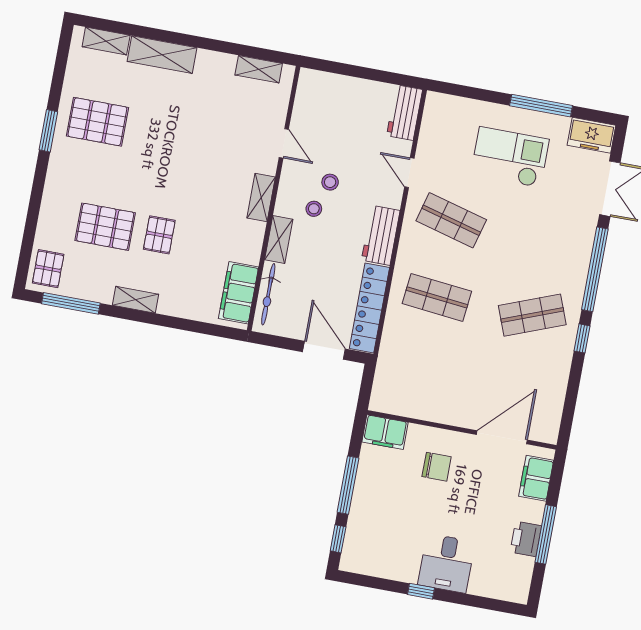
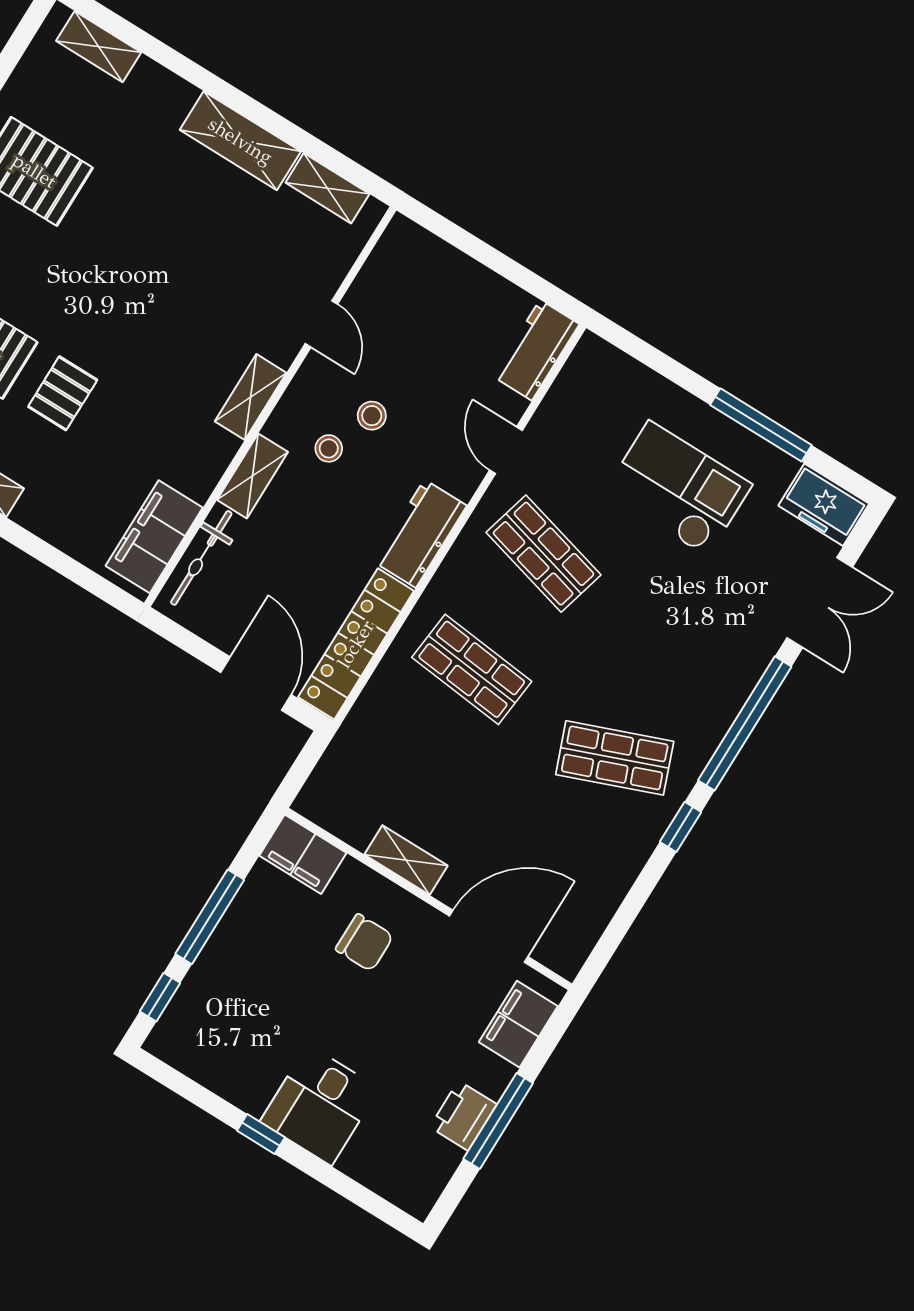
shelving: (162, 55) -> (240, 141), moved
shelving: (442, 414) -> (406, 860), added

